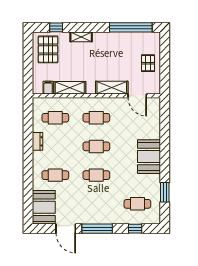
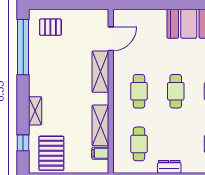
pallet: (48, 49) -> (51, 153), turned 90
pallet: (148, 63) -> (50, 27), moved

